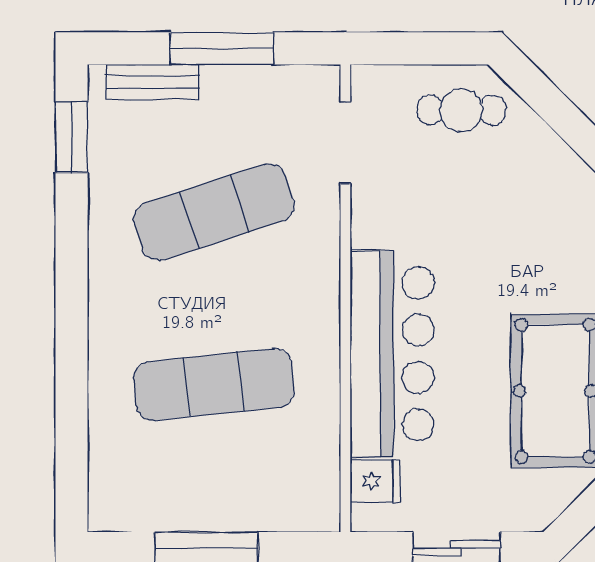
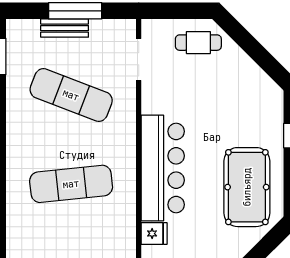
bench: (153, 82) -> (65, 28), moved
exercise mat: (214, 212) -> (71, 95), turned 39

